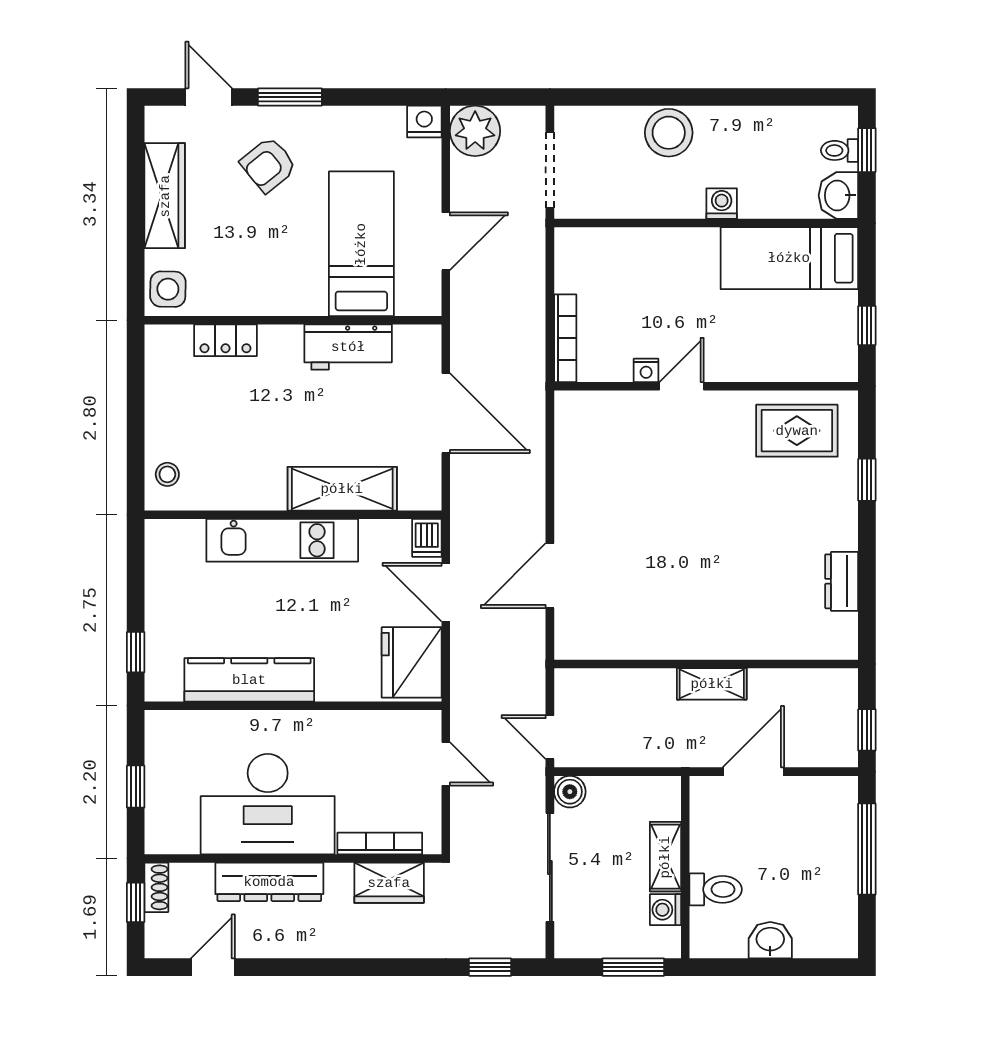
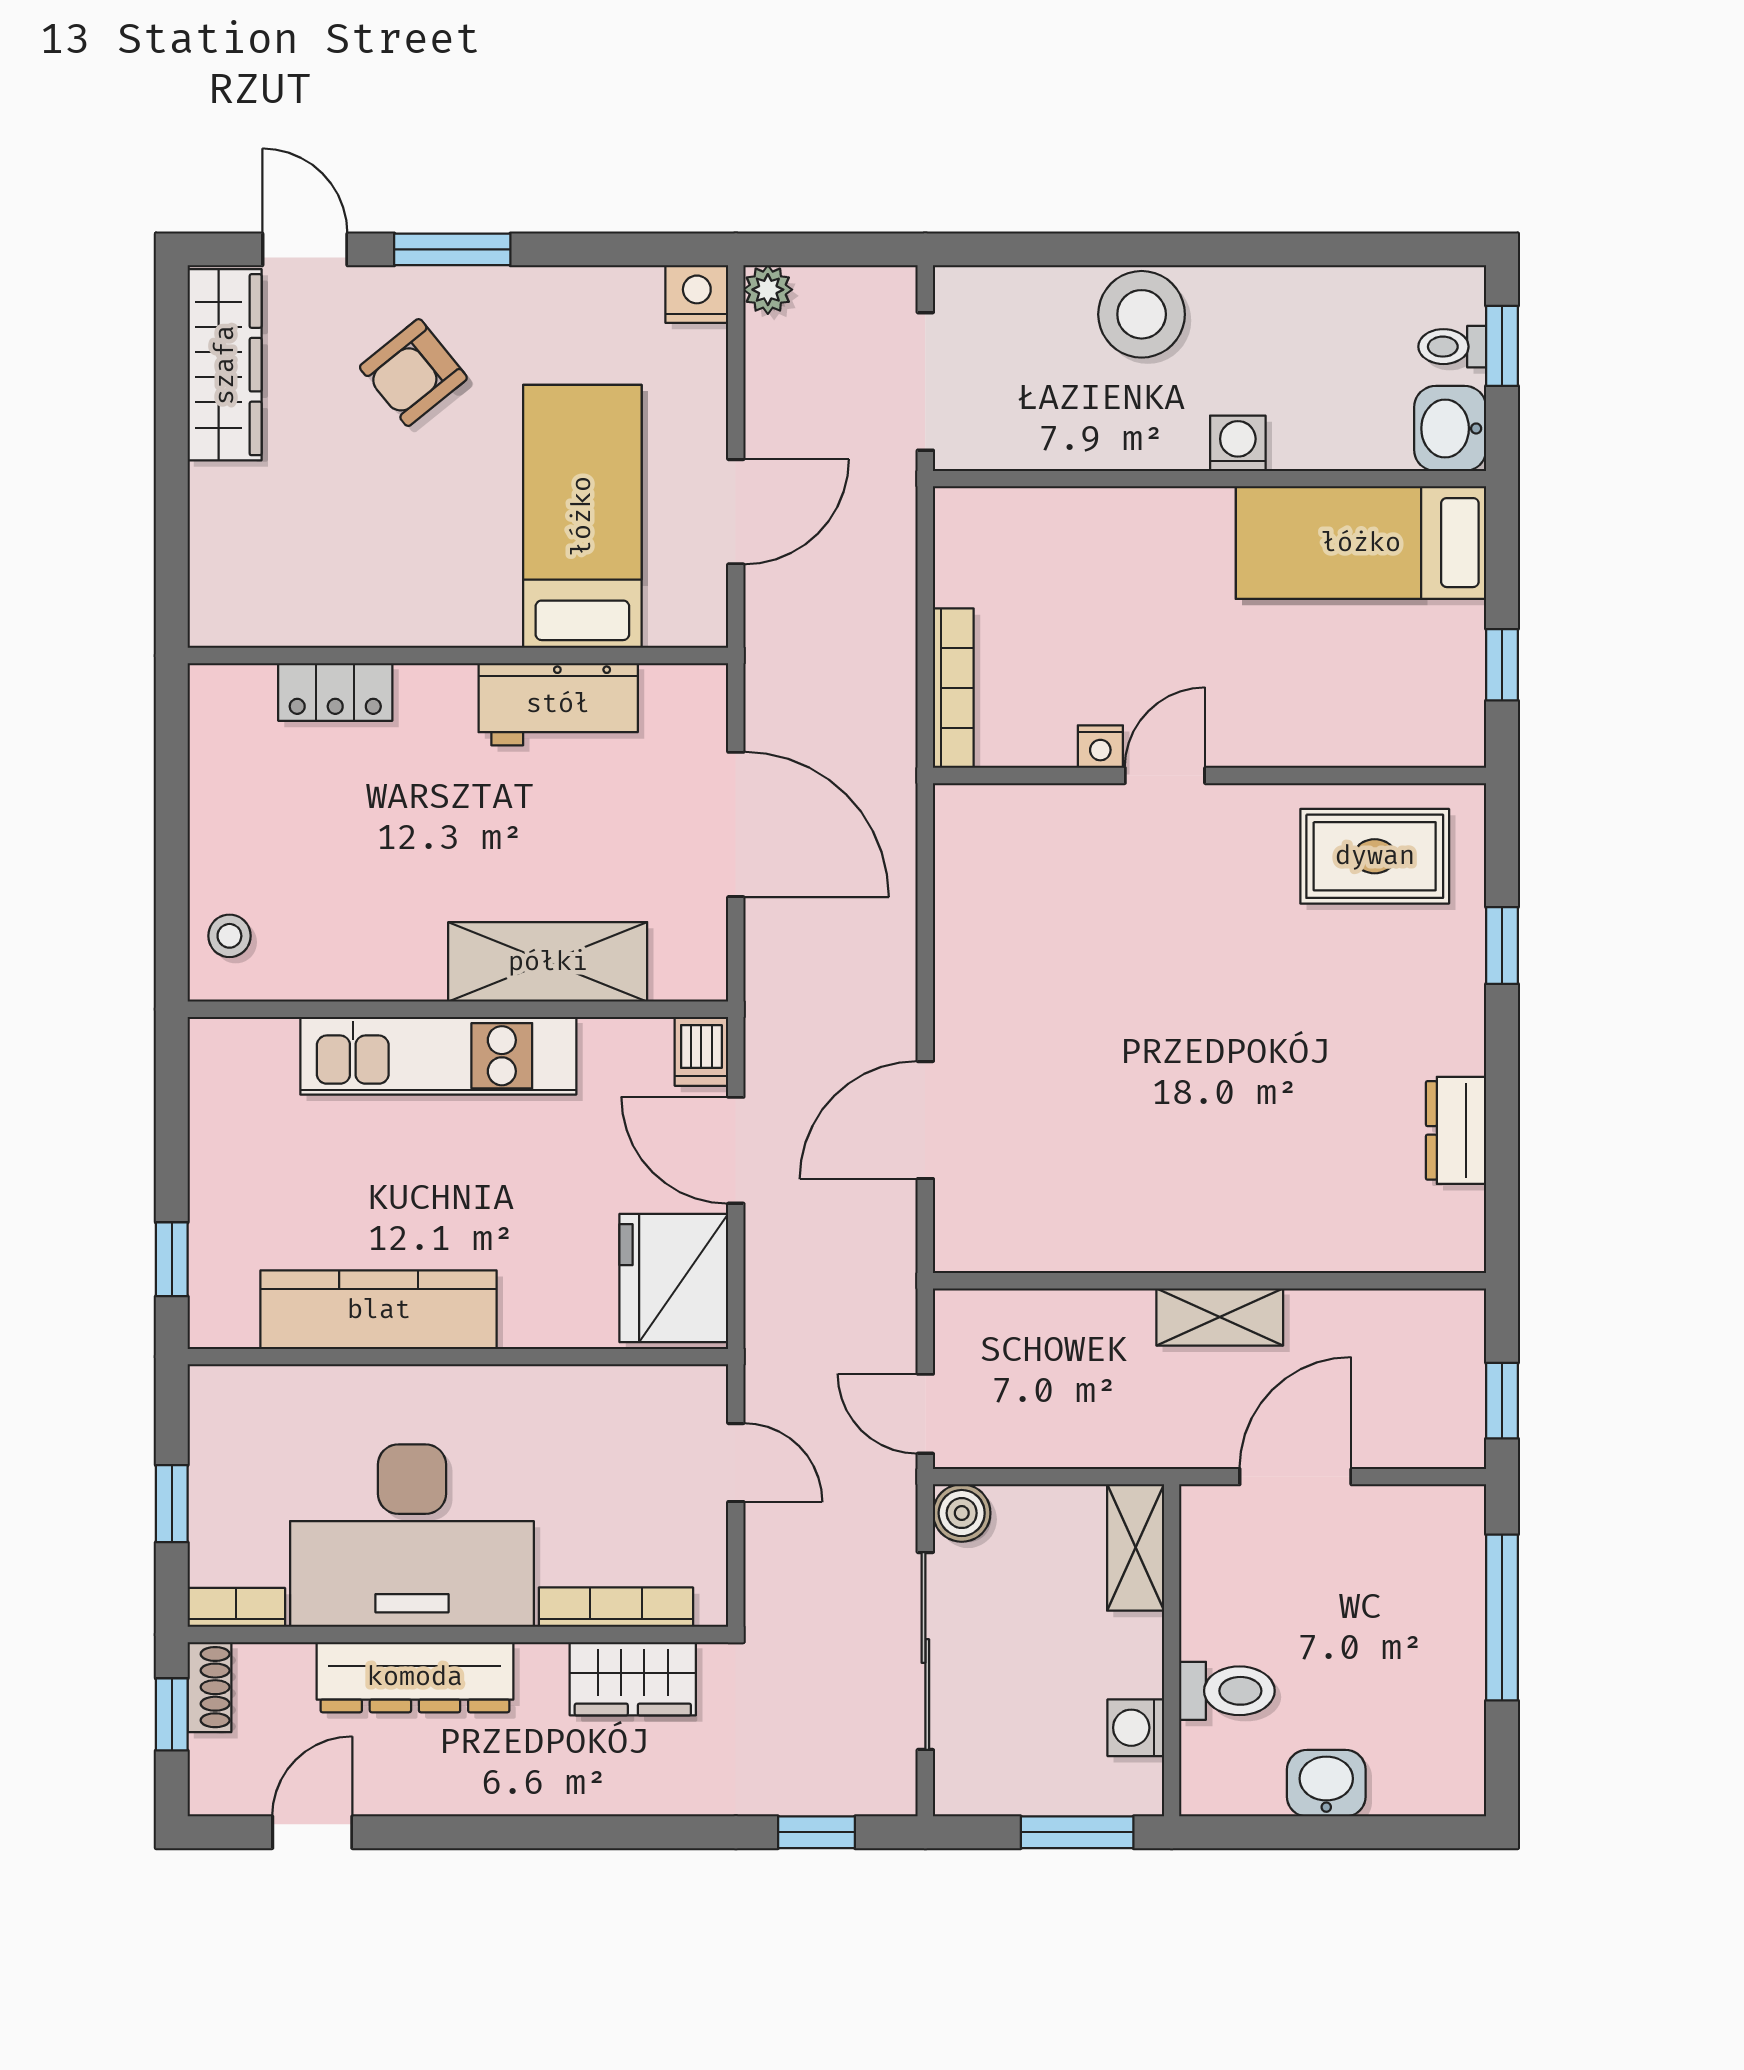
plant: (475, 131) -> (768, 290), width x0.53, depth x0.53
wardrobe: (165, 196) -> (225, 365), moved
side table: (168, 289) -> (230, 599), removed
bookcase: (171, 844) -> (236, 1607), added
shelving: (665, 857) -> (1136, 1547), moved

